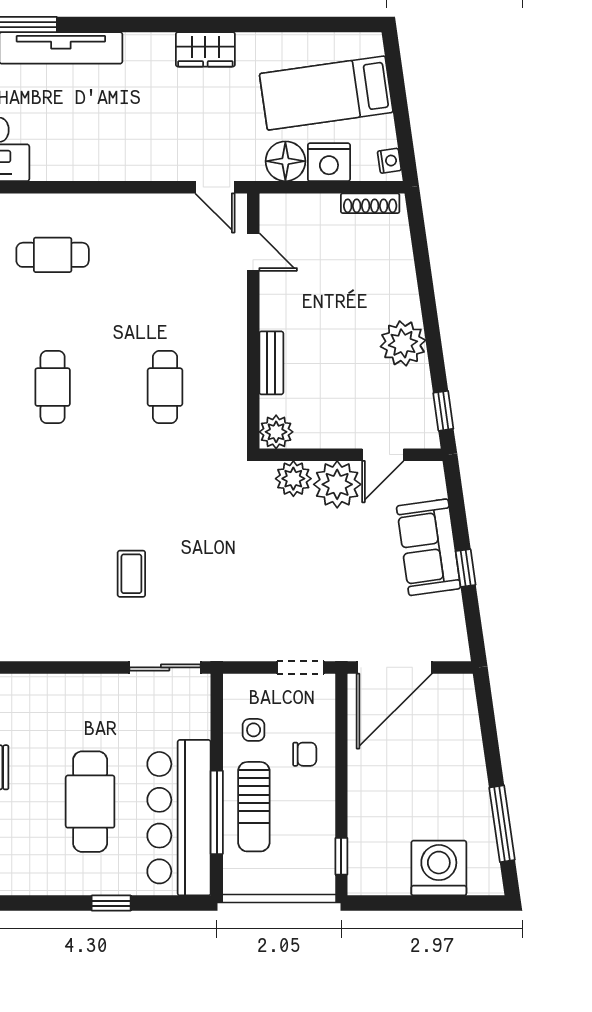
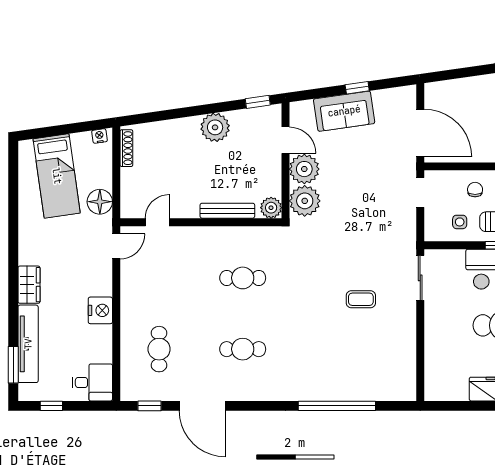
wardrobe: (205, 49) -> (29, 285), moved
nightstand: (329, 162) -> (100, 310), moved
bench: (271, 363) -> (227, 211), width x1.36
plant: (293, 479) -> (305, 201), width x1.36, depth x1.36

